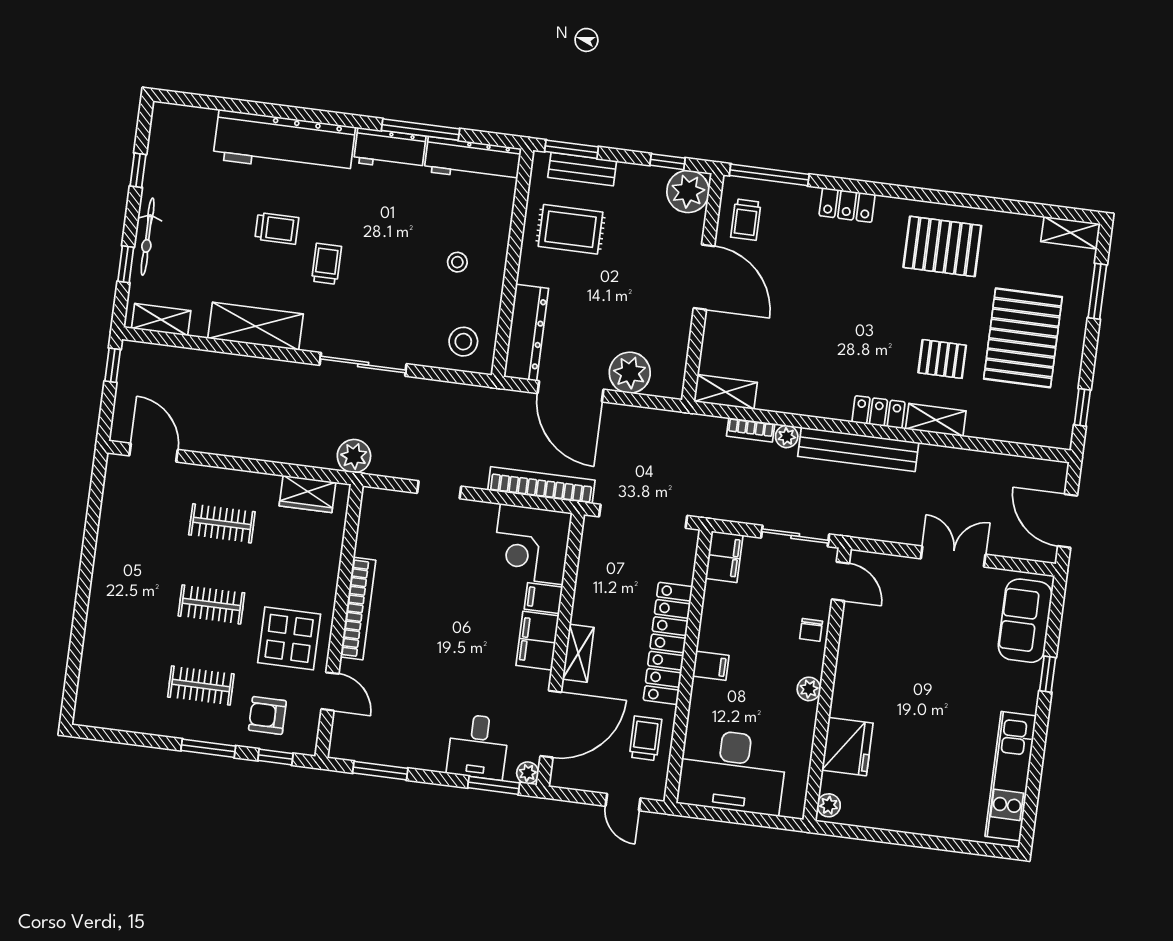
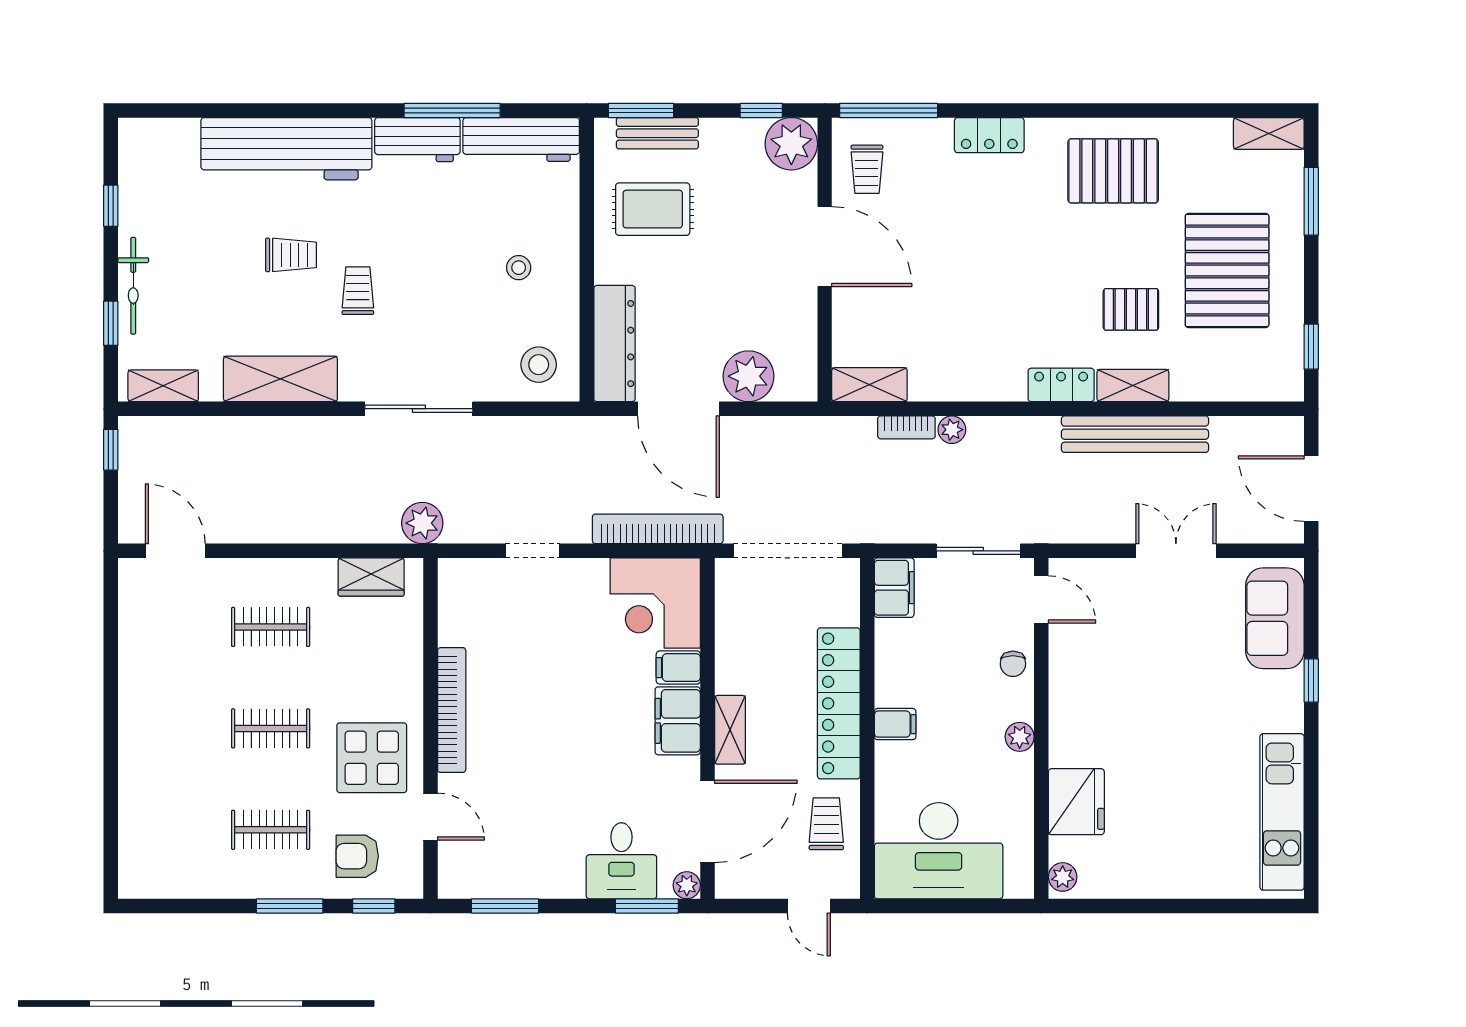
bench: (858, 449) -> (1135, 434), moved

